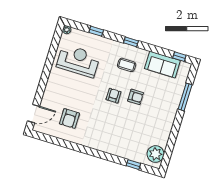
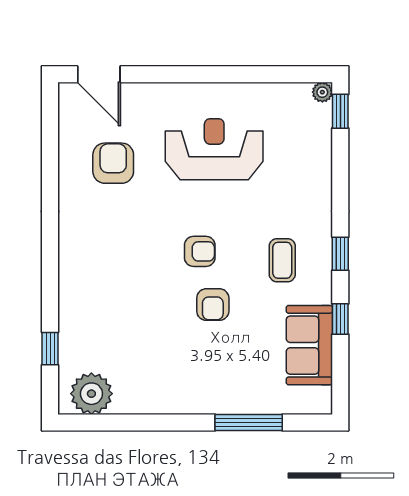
window: (96, 31) -> (340, 111), moved
window: (179, 57) -> (340, 319), moved
reception desk: (78, 61) -> (214, 149), moved, turned -90
armchair: (69, 119) -> (113, 163), turned 90

